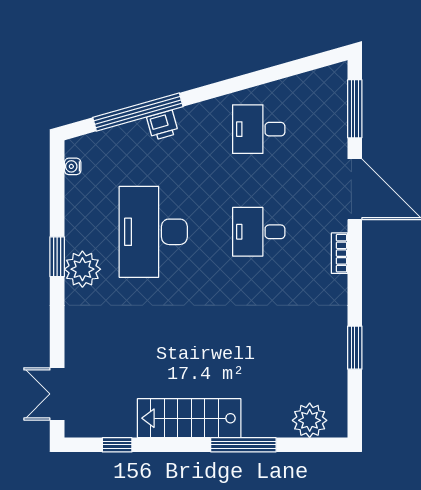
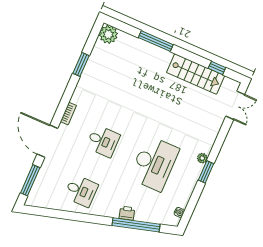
plant: (82, 269) -> (202, 158), width x0.53, depth x0.53
stairs: (189, 418) -> (196, 74), moved
plant: (310, 420) -> (108, 34), moved

